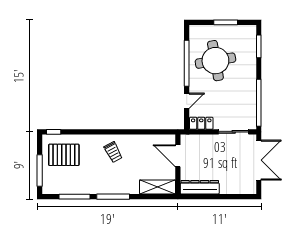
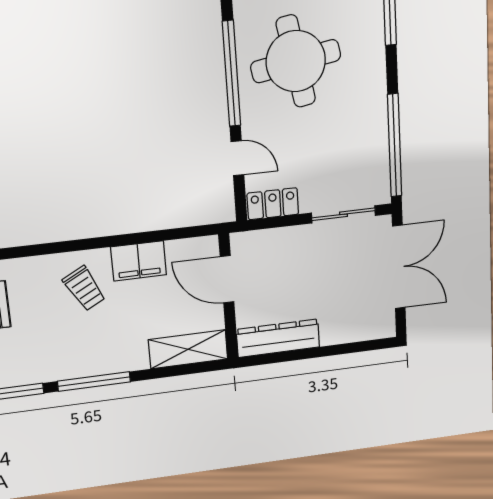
door: (187, 101) -> (237, 158), hinge flipped
filing cabinet: (139, 142) -> (139, 261), added

